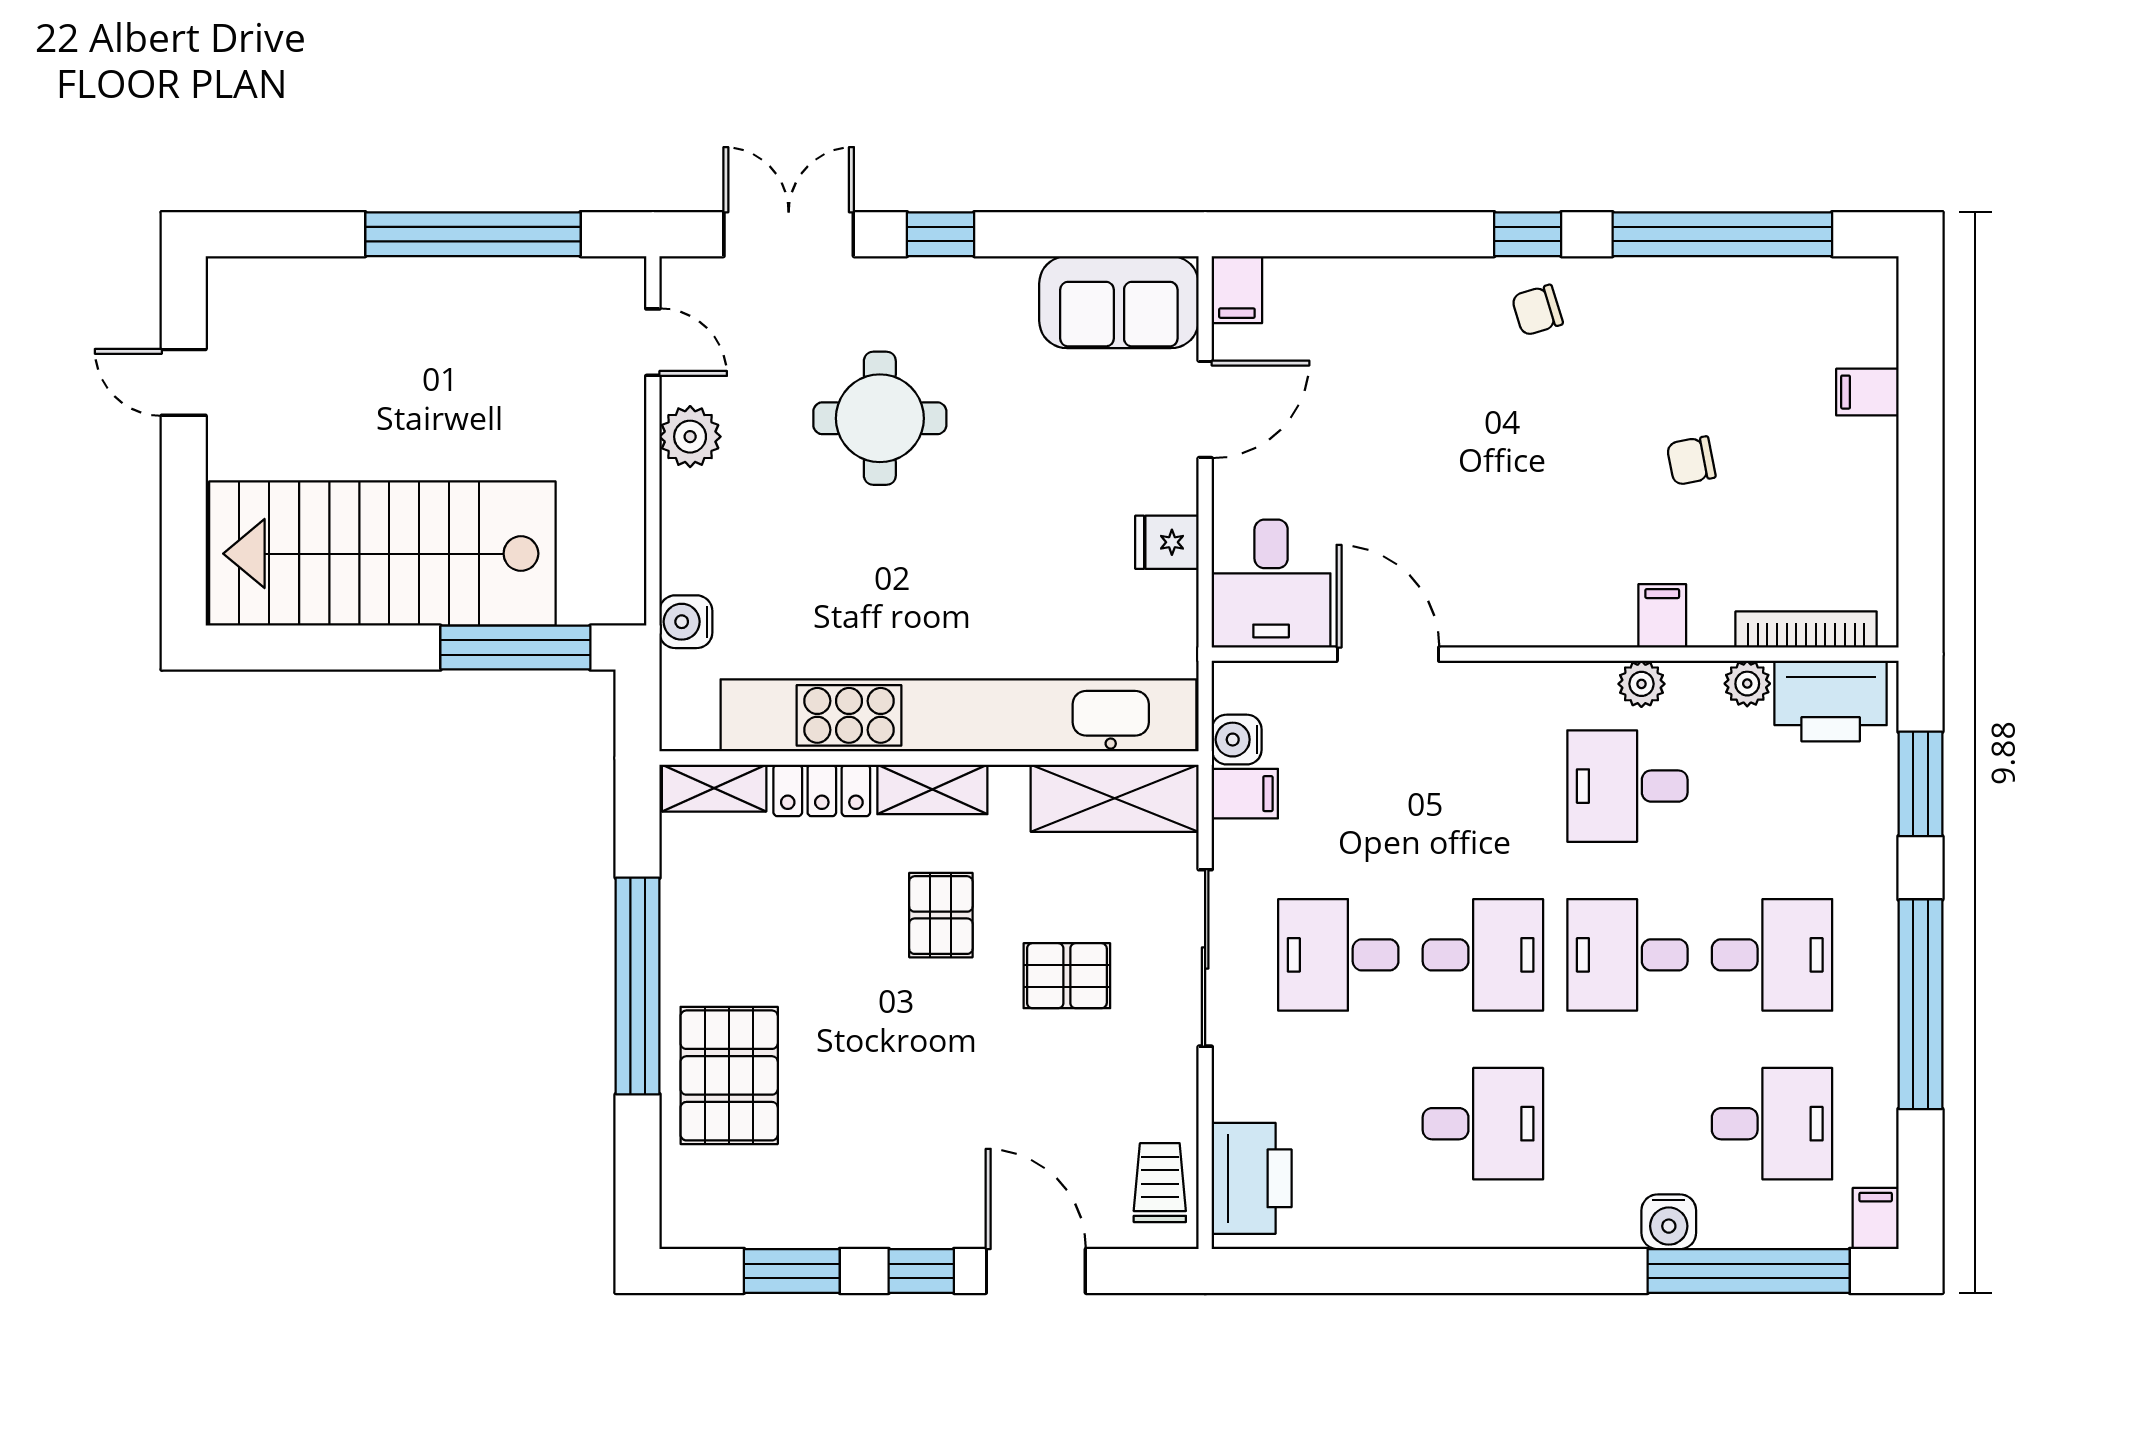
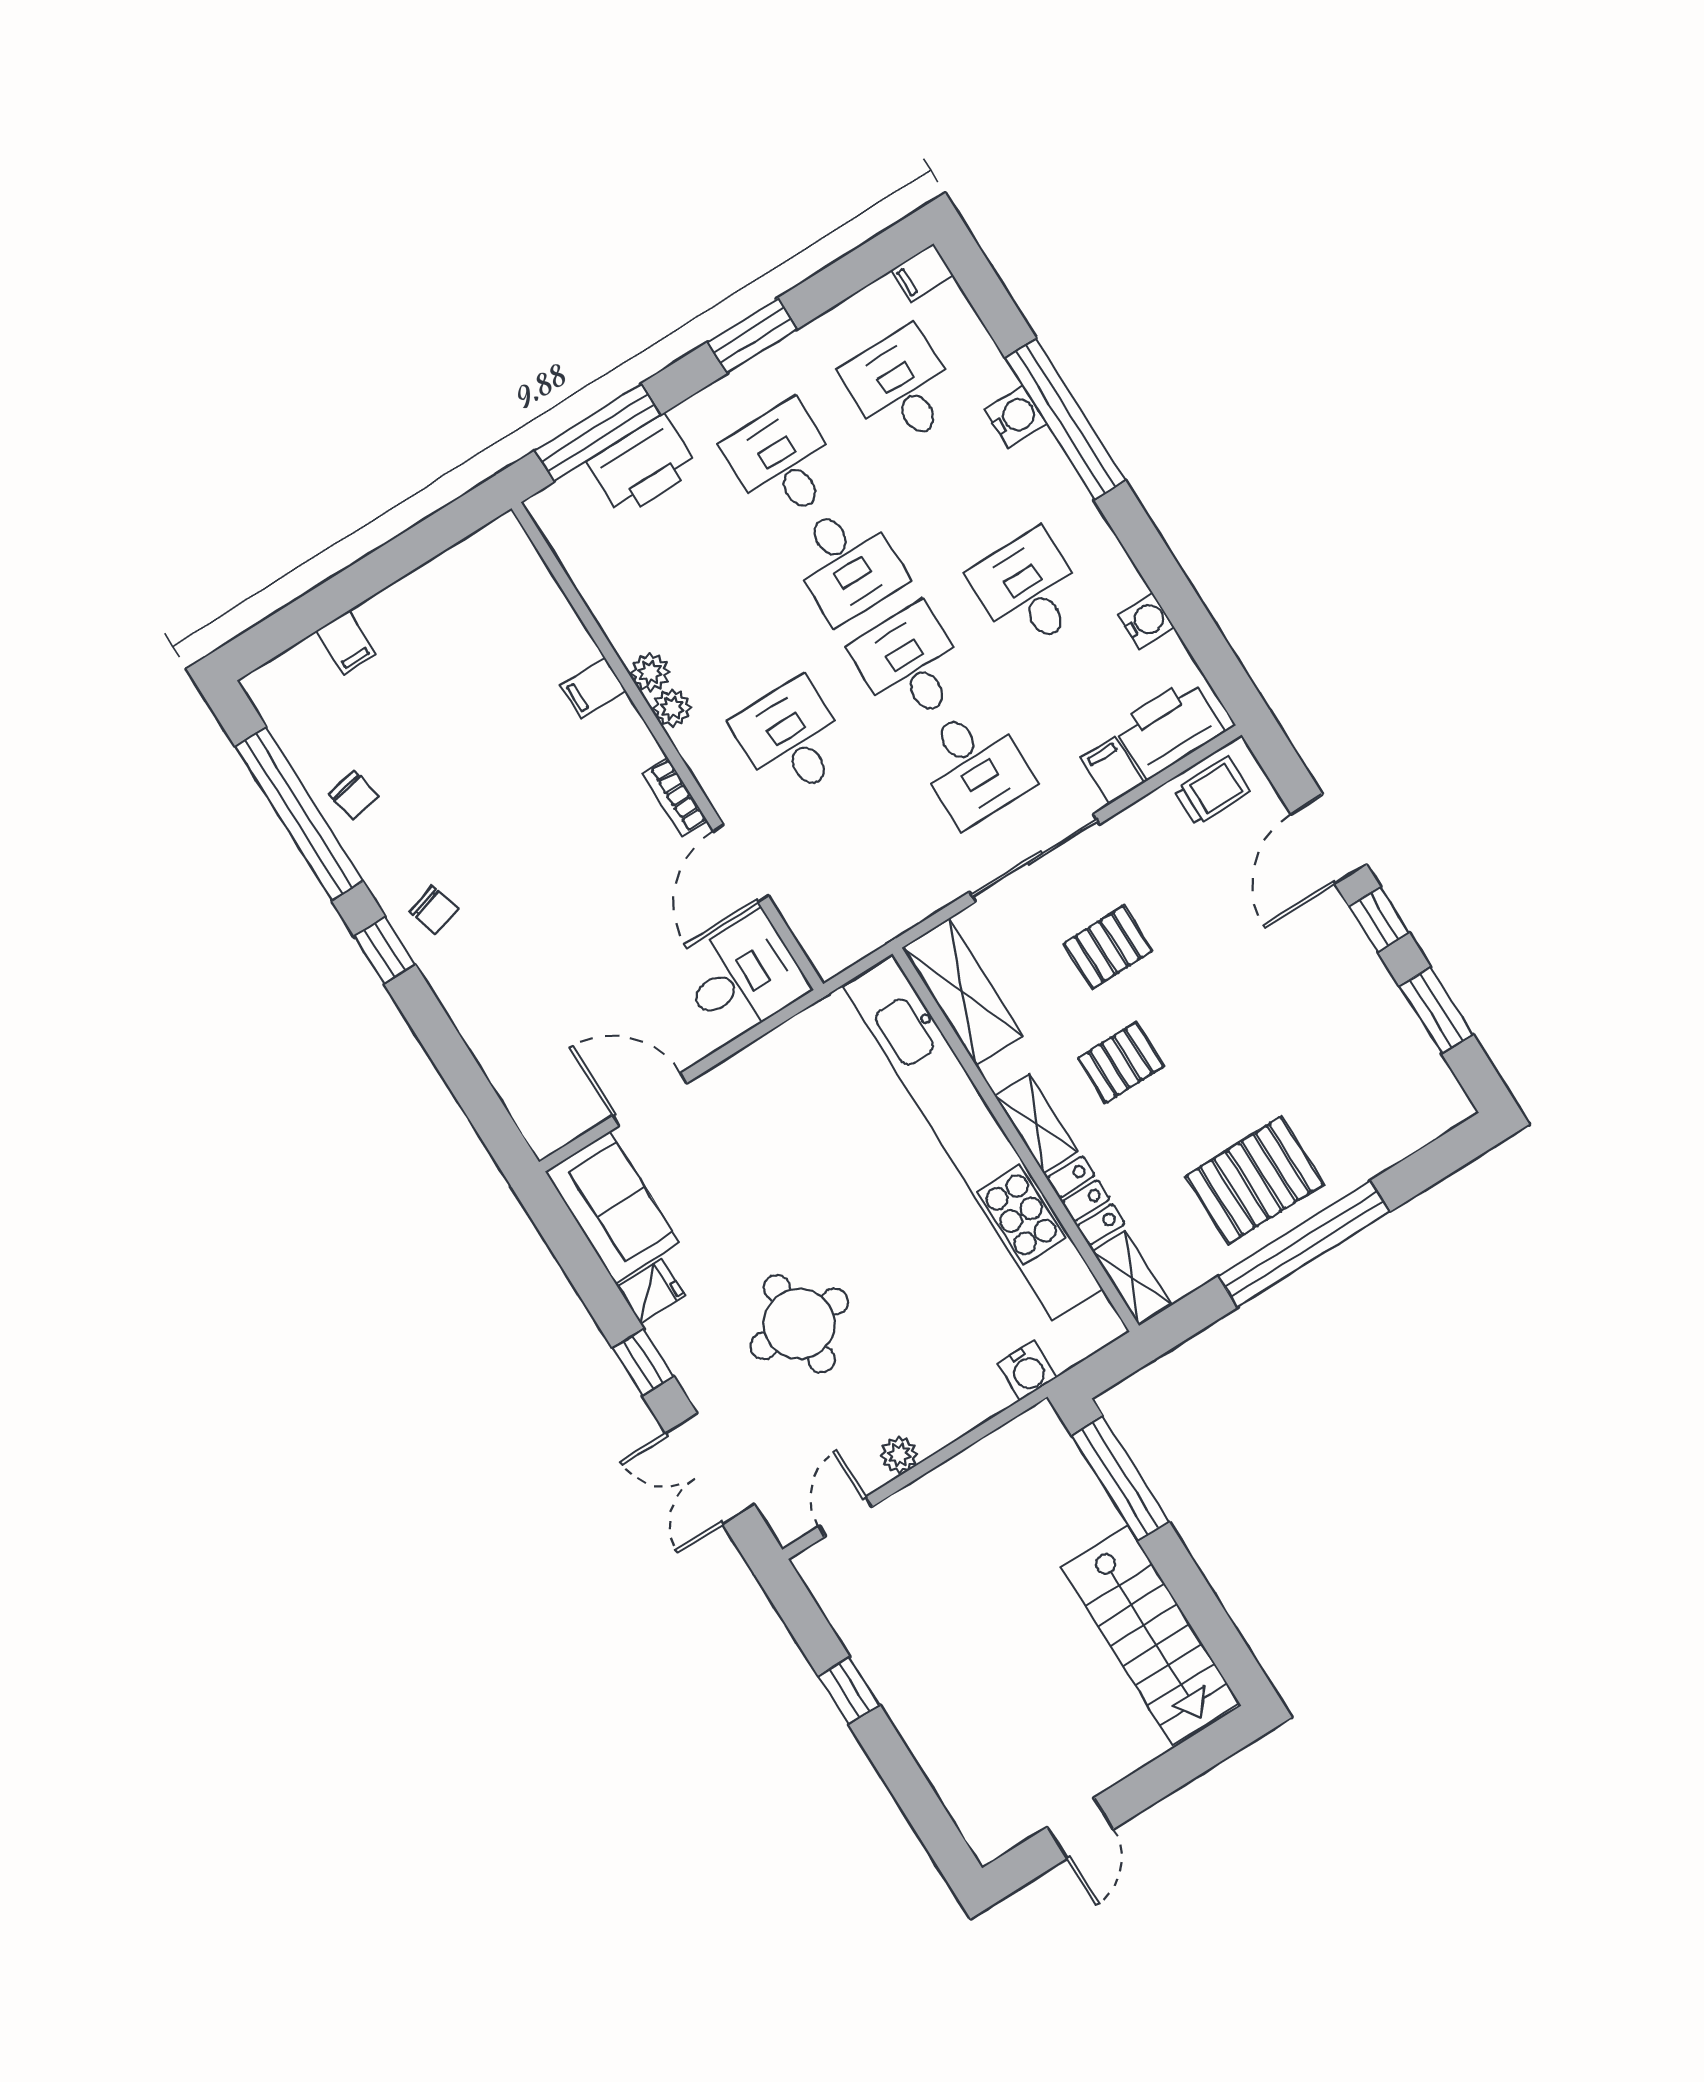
window: (473, 234) -> (849, 1690), width x0.32
filing cabinet: (1237, 290) -> (552, 1130), removed
plant: (690, 437) -> (899, 1455), width x0.73, depth x0.73
chair: (1691, 461) -> (354, 795), moved
fridge: (1167, 542) -> (651, 1291), moved, turned -90
stairs: (382, 554) -> (1150, 1635), width x0.73, depth x0.66
bookcase: (1806, 629) -> (675, 797), moved, width x0.64
plant: (1747, 684) -> (672, 708), moved
printer: (1831, 701) -> (643, 465), moved, turned 90
water cooler: (1237, 740) -> (1146, 621), moved, turned -90
window: (1920, 784) -> (598, 433), width x1.44
desk: (1627, 786) -> (792, 739), moved, turned 180
filing cabinet: (1245, 794) -> (1112, 770), moved
pallet: (1067, 976) -> (1108, 947), turned 90
window: (1920, 1004) -> (752, 336), width x0.47
pallet: (729, 1075) -> (1255, 1180), moved
trolley: (1160, 1183) -> (1212, 791), turned 180
window: (1749, 1271) -> (1065, 419), moved

